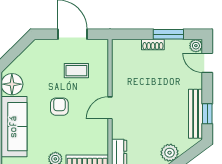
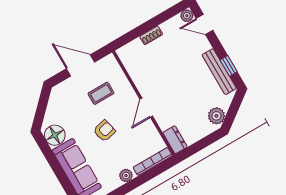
window: (168, 34) -> (159, 19), removed
armchair: (59, 107) -> (104, 131), turned 76

